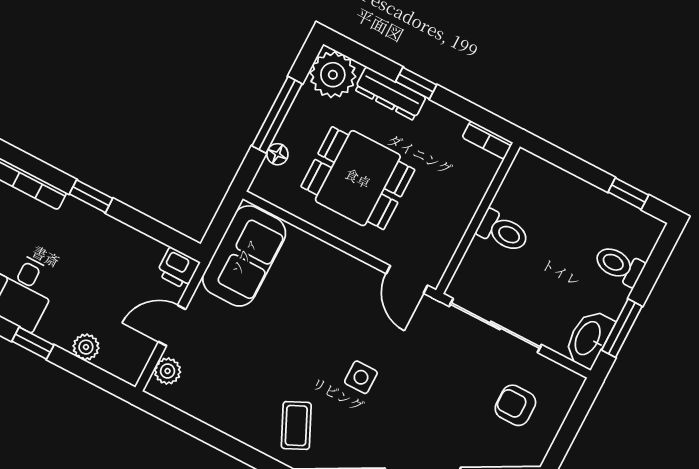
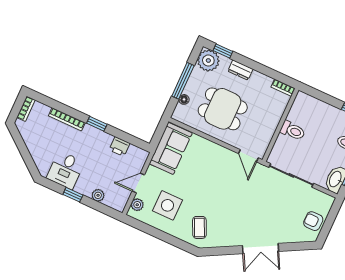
window: (416, 83) -> (223, 51), moved
dresser: (390, 93) -> (240, 70), width x0.70
printer: (178, 268) -> (119, 147), moved
side table: (361, 377) -> (167, 205), moved, width x1.87, depth x1.87
armchair: (515, 405) -> (313, 221), moved

